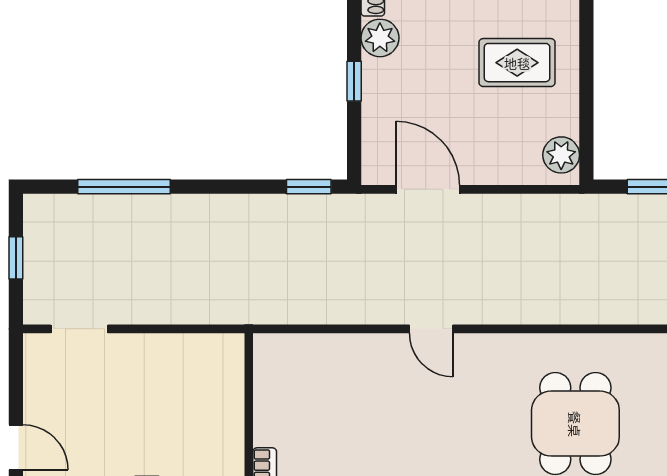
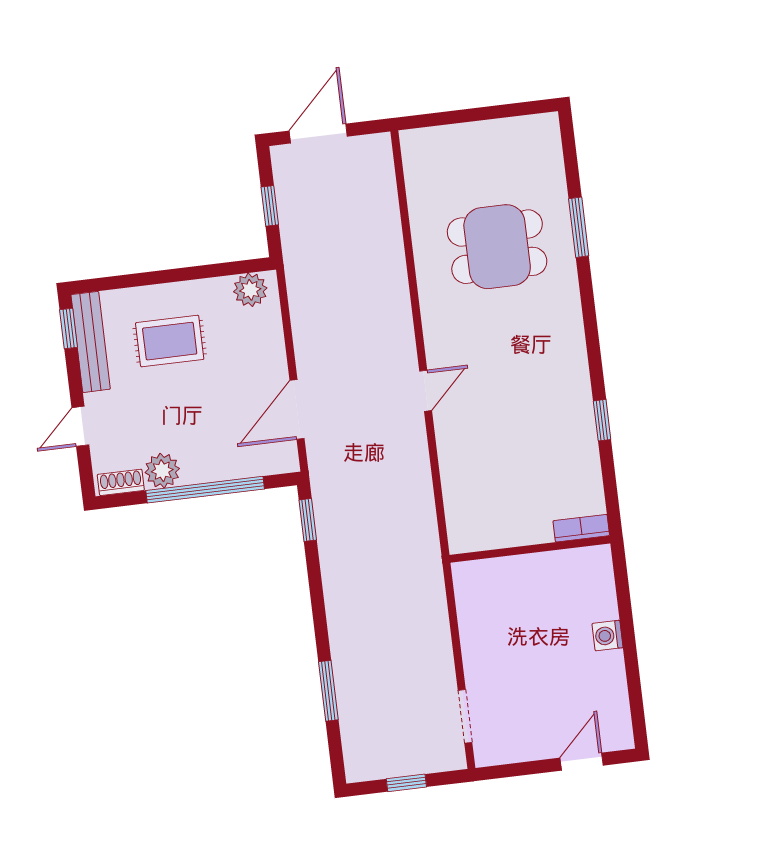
rug: (517, 63) -> (170, 341), turned 90
window: (354, 81) -> (205, 490), width x3.17
window: (124, 187) -> (328, 691), width x0.69

